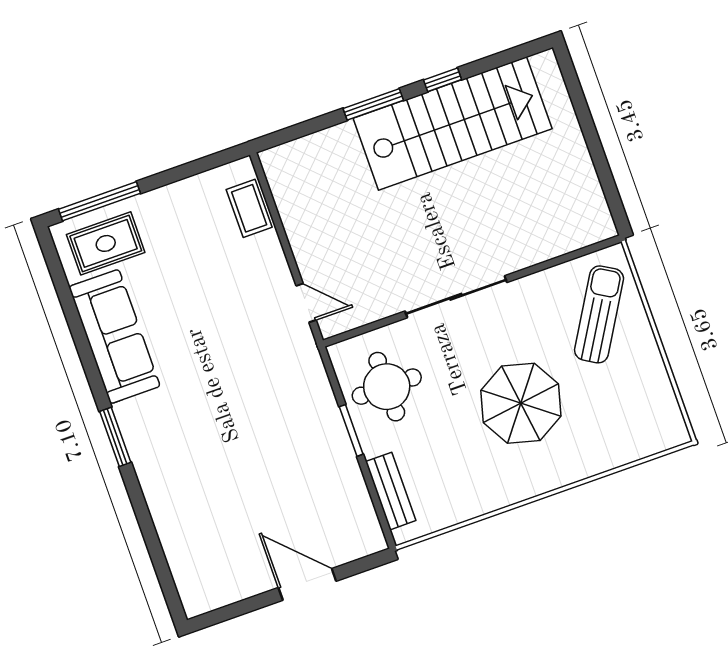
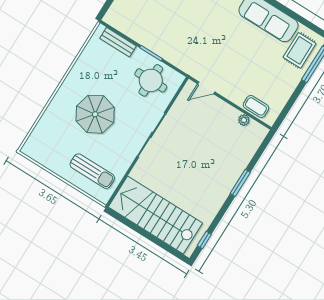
window: (443, 80) -> (204, 240), moved
stairs: (453, 123) -> (155, 215), moved, turned 90
plant: (286, 202) -> (244, 120), added
sun lounger: (599, 314) -> (92, 171), turned -31

